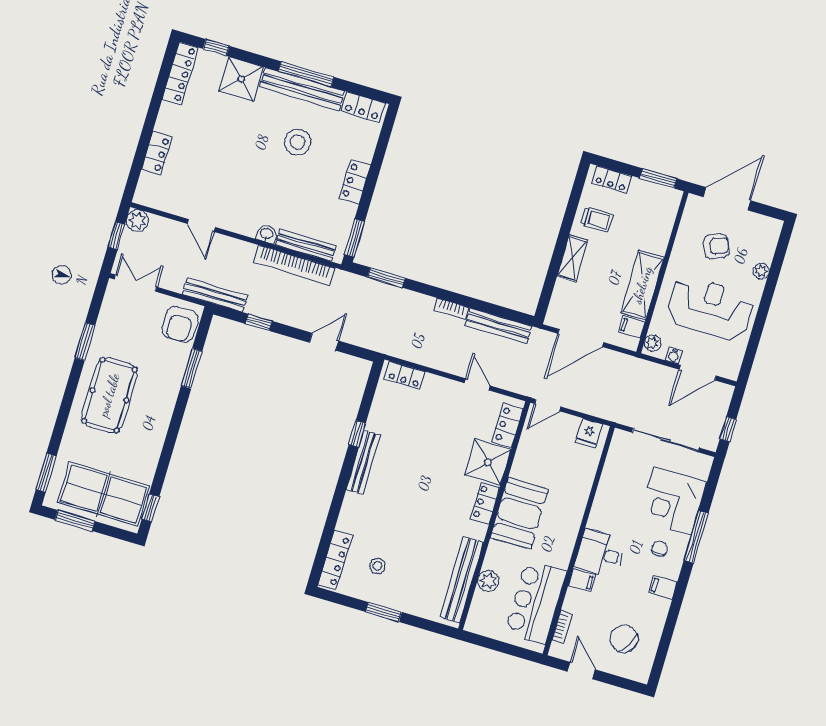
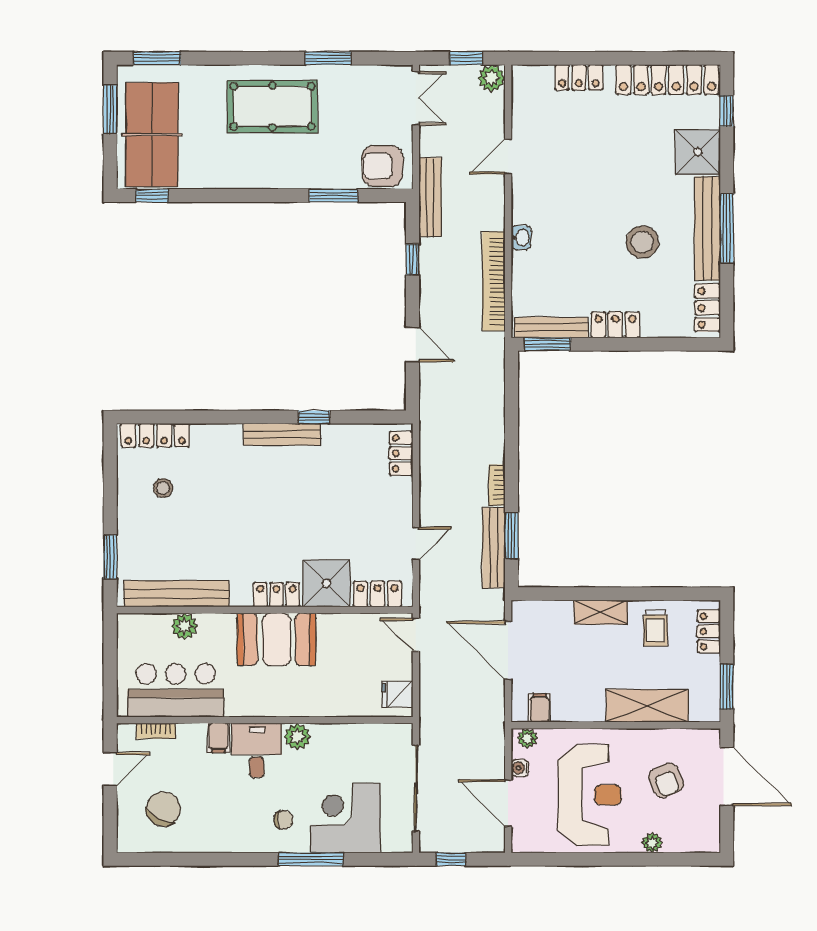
locker: (180, 73) -> (667, 80), width x1.41, depth x1.21
bench: (306, 245) -> (551, 327), moved, turned 90
window: (386, 278) -> (511, 536), moved
shelving: (642, 285) -> (647, 706), moved
plant: (599, 519) -> (297, 737), added
filing cabinet: (663, 587) -> (239, 838), removed
window: (384, 612) -> (110, 557), moved

